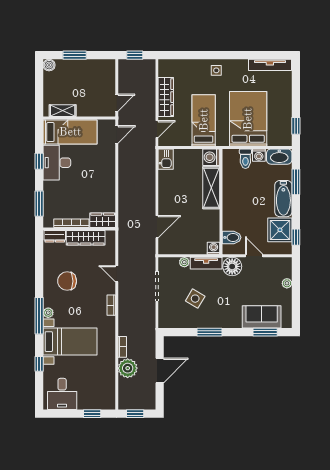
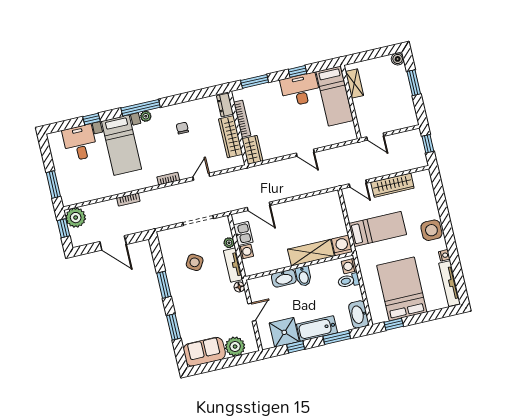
nightstand: (243, 64) -> (444, 255), added
side table: (216, 70) -> (431, 230), width x1.87, depth x1.87
bed: (248, 119) -> (402, 289), moved, turned -90
door: (117, 134) -> (305, 153), moved
washing machine: (259, 155) -> (349, 266), moved
kitchen sink: (166, 159) -> (243, 234), moved, turned -90
washbasin: (229, 219) -> (284, 278), added
bidet: (232, 237) -> (303, 276), moved
window: (296, 237) -> (296, 347), moved
washing machine: (214, 248) -> (246, 252), moved
floor lamp: (232, 266) -> (239, 287), width x0.53, depth x0.53
chair: (67, 281) -> (182, 128), width x0.54, depth x0.54
plant: (287, 283) -> (235, 347), width x1.87, depth x1.87
sofa: (262, 317) -> (204, 352), moved, turned -90
window: (265, 332) -> (174, 327), moved
plant: (128, 368) -> (76, 218), moved
desk: (62, 394) -> (80, 143), moved, turned 90
window: (92, 414) -> (53, 185), width x1.50

